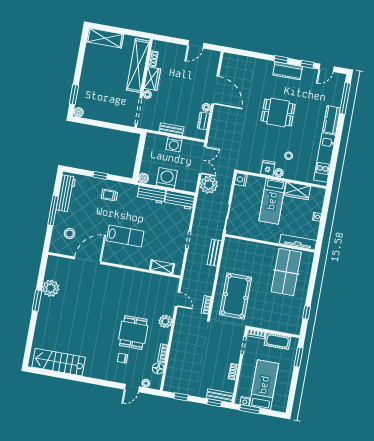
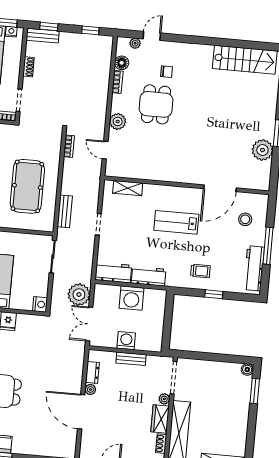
boiler: (143, 178) -> (160, 295), removed
pool table: (236, 296) -> (27, 186), moved

